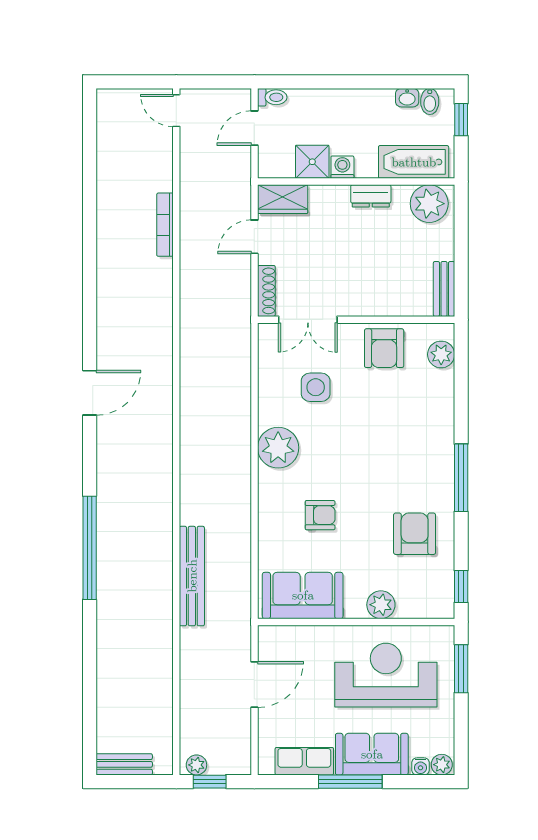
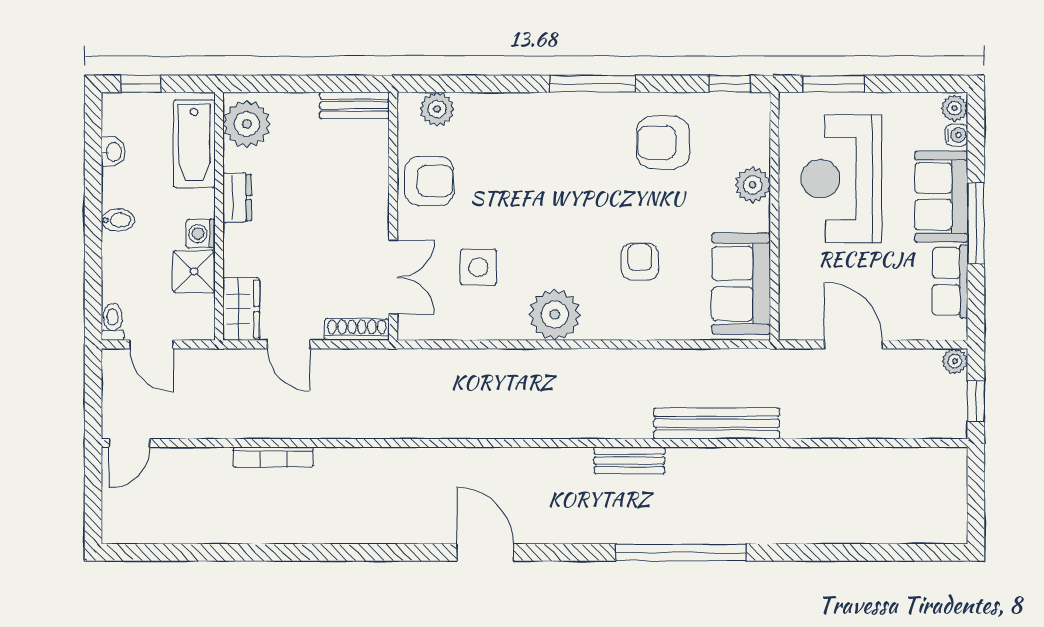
bidet: (430, 101) -> (118, 220), moved
bench: (124, 764) -> (629, 460), moved, turned 90
plant: (196, 765) -> (955, 361), moved

